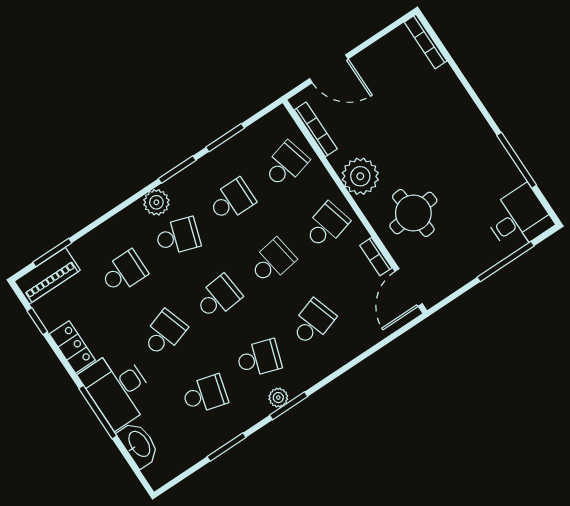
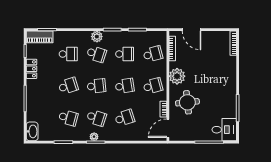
desk: (118, 389) -> (38, 95), removed
washbasin: (139, 444) -> (32, 131), moved

